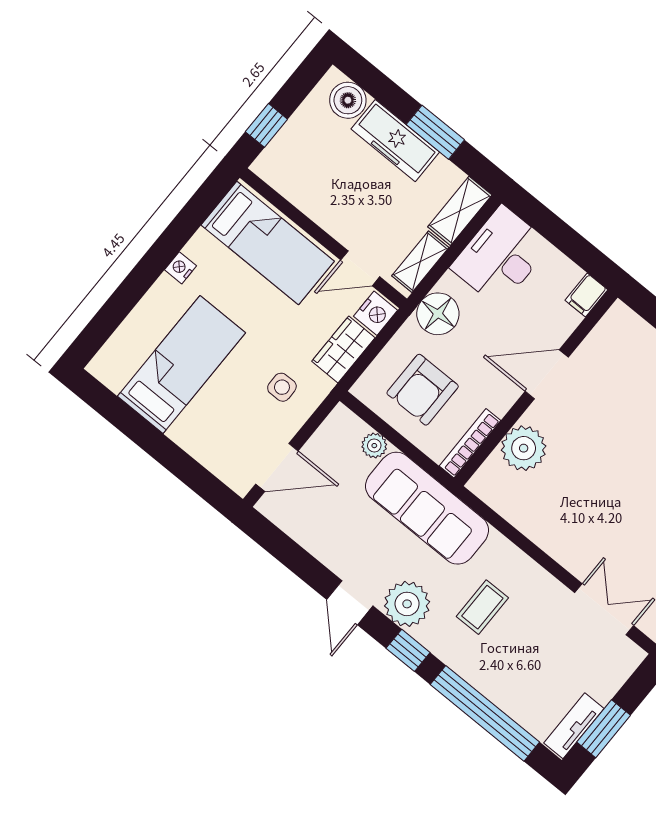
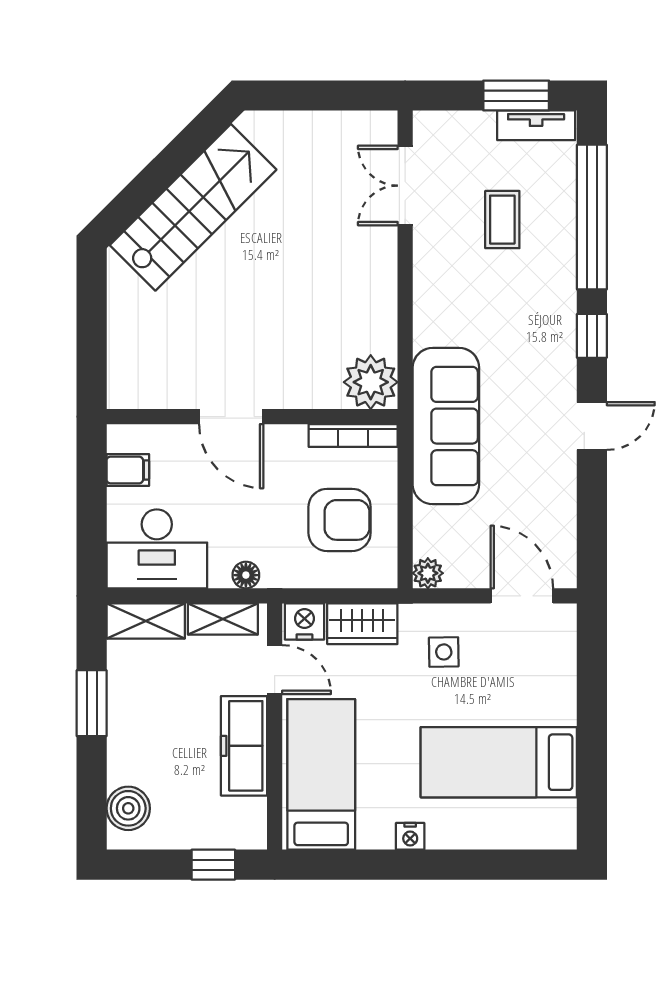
freezer: (395, 141) -> (244, 746), moved, turned 180
filing cabinet: (586, 295) -> (128, 470), moved
floor lamp: (438, 314) -> (246, 575), width x0.53, depth x0.53
plant: (374, 446) -> (428, 573), moved
plant: (524, 448) -> (371, 382), moved
plant: (407, 604) -> (550, 372), removed
coffee table: (482, 607) -> (502, 220), moved, turned 90

